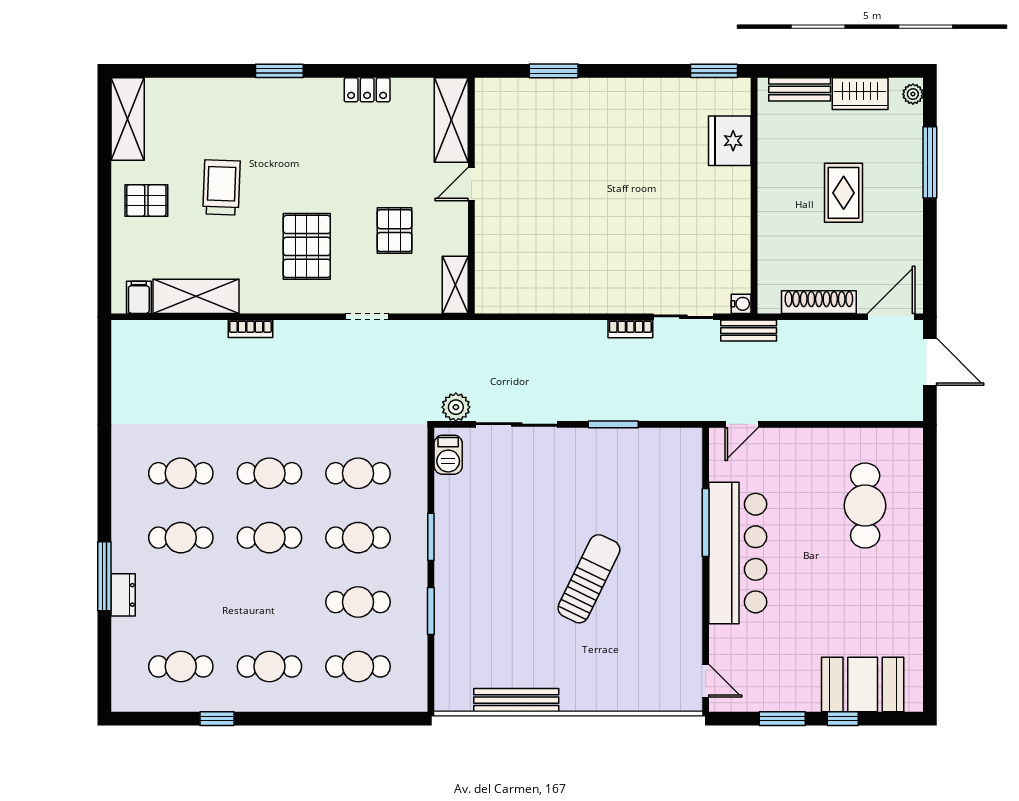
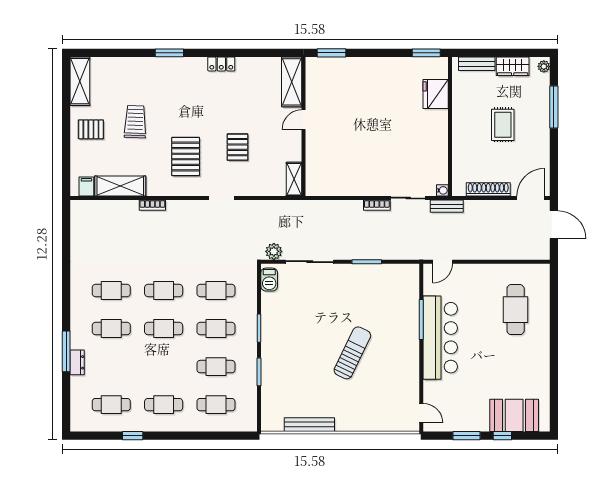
shelving: (451, 120) -> (292, 82), moved
door: (471, 184) -> (304, 120), moved
wall: (471, 196) -> (304, 126), moved
shelving: (455, 285) -> (294, 179), moved

